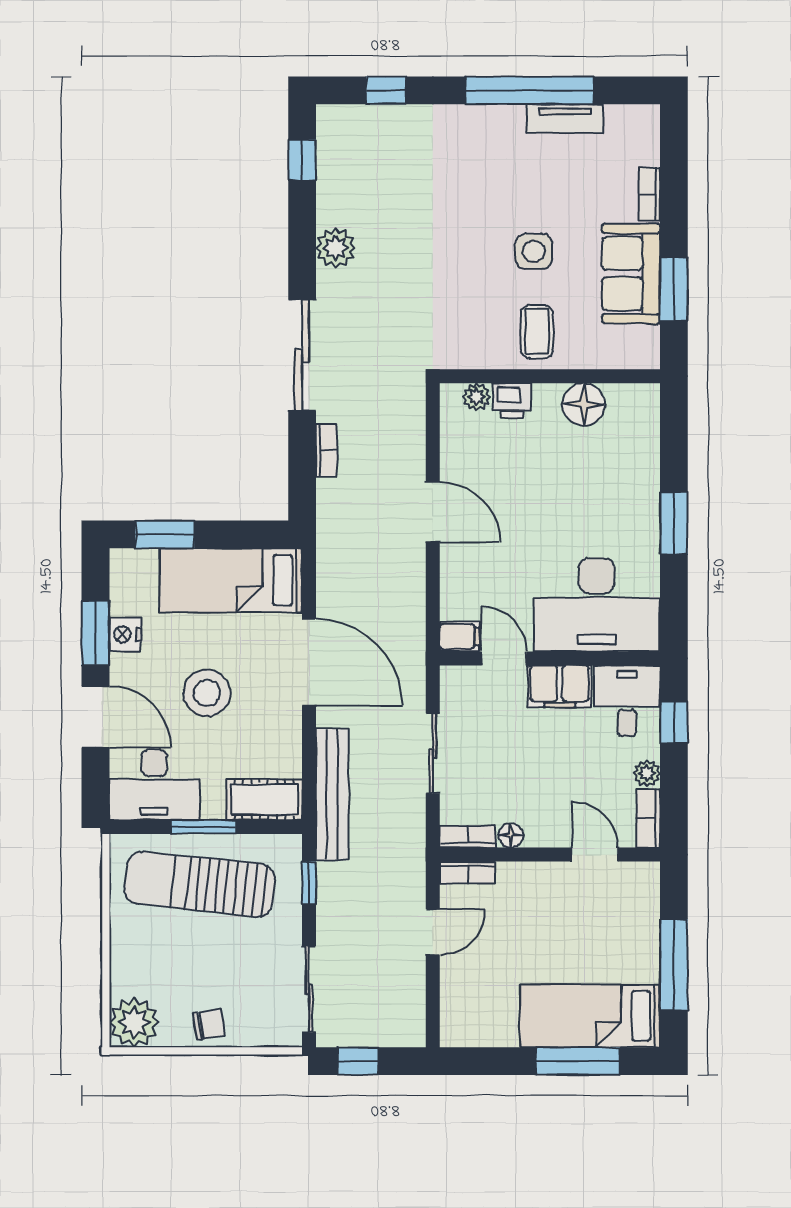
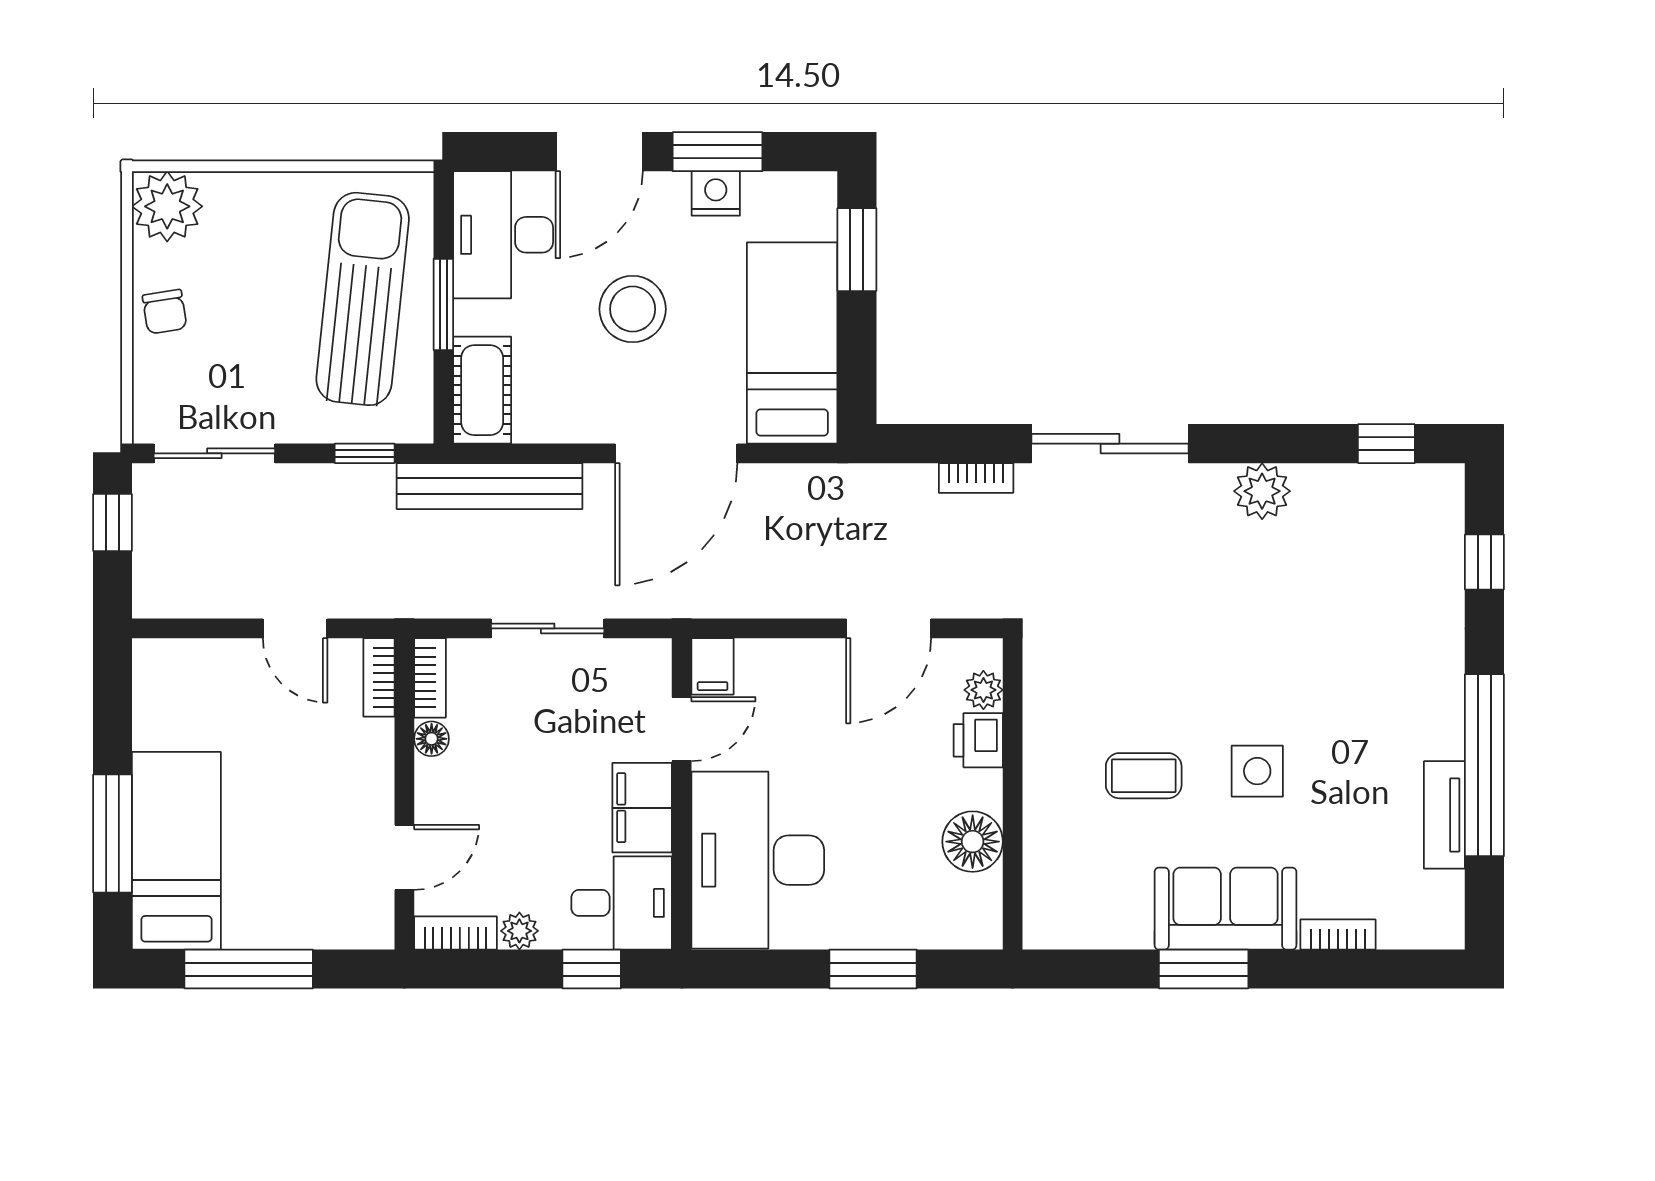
wall: (550, 376) -> (1013, 794), moved
plant: (476, 397) -> (983, 690), moved
printer: (512, 400) -> (978, 740), moved
floor lamp: (584, 404) -> (973, 842), moved

